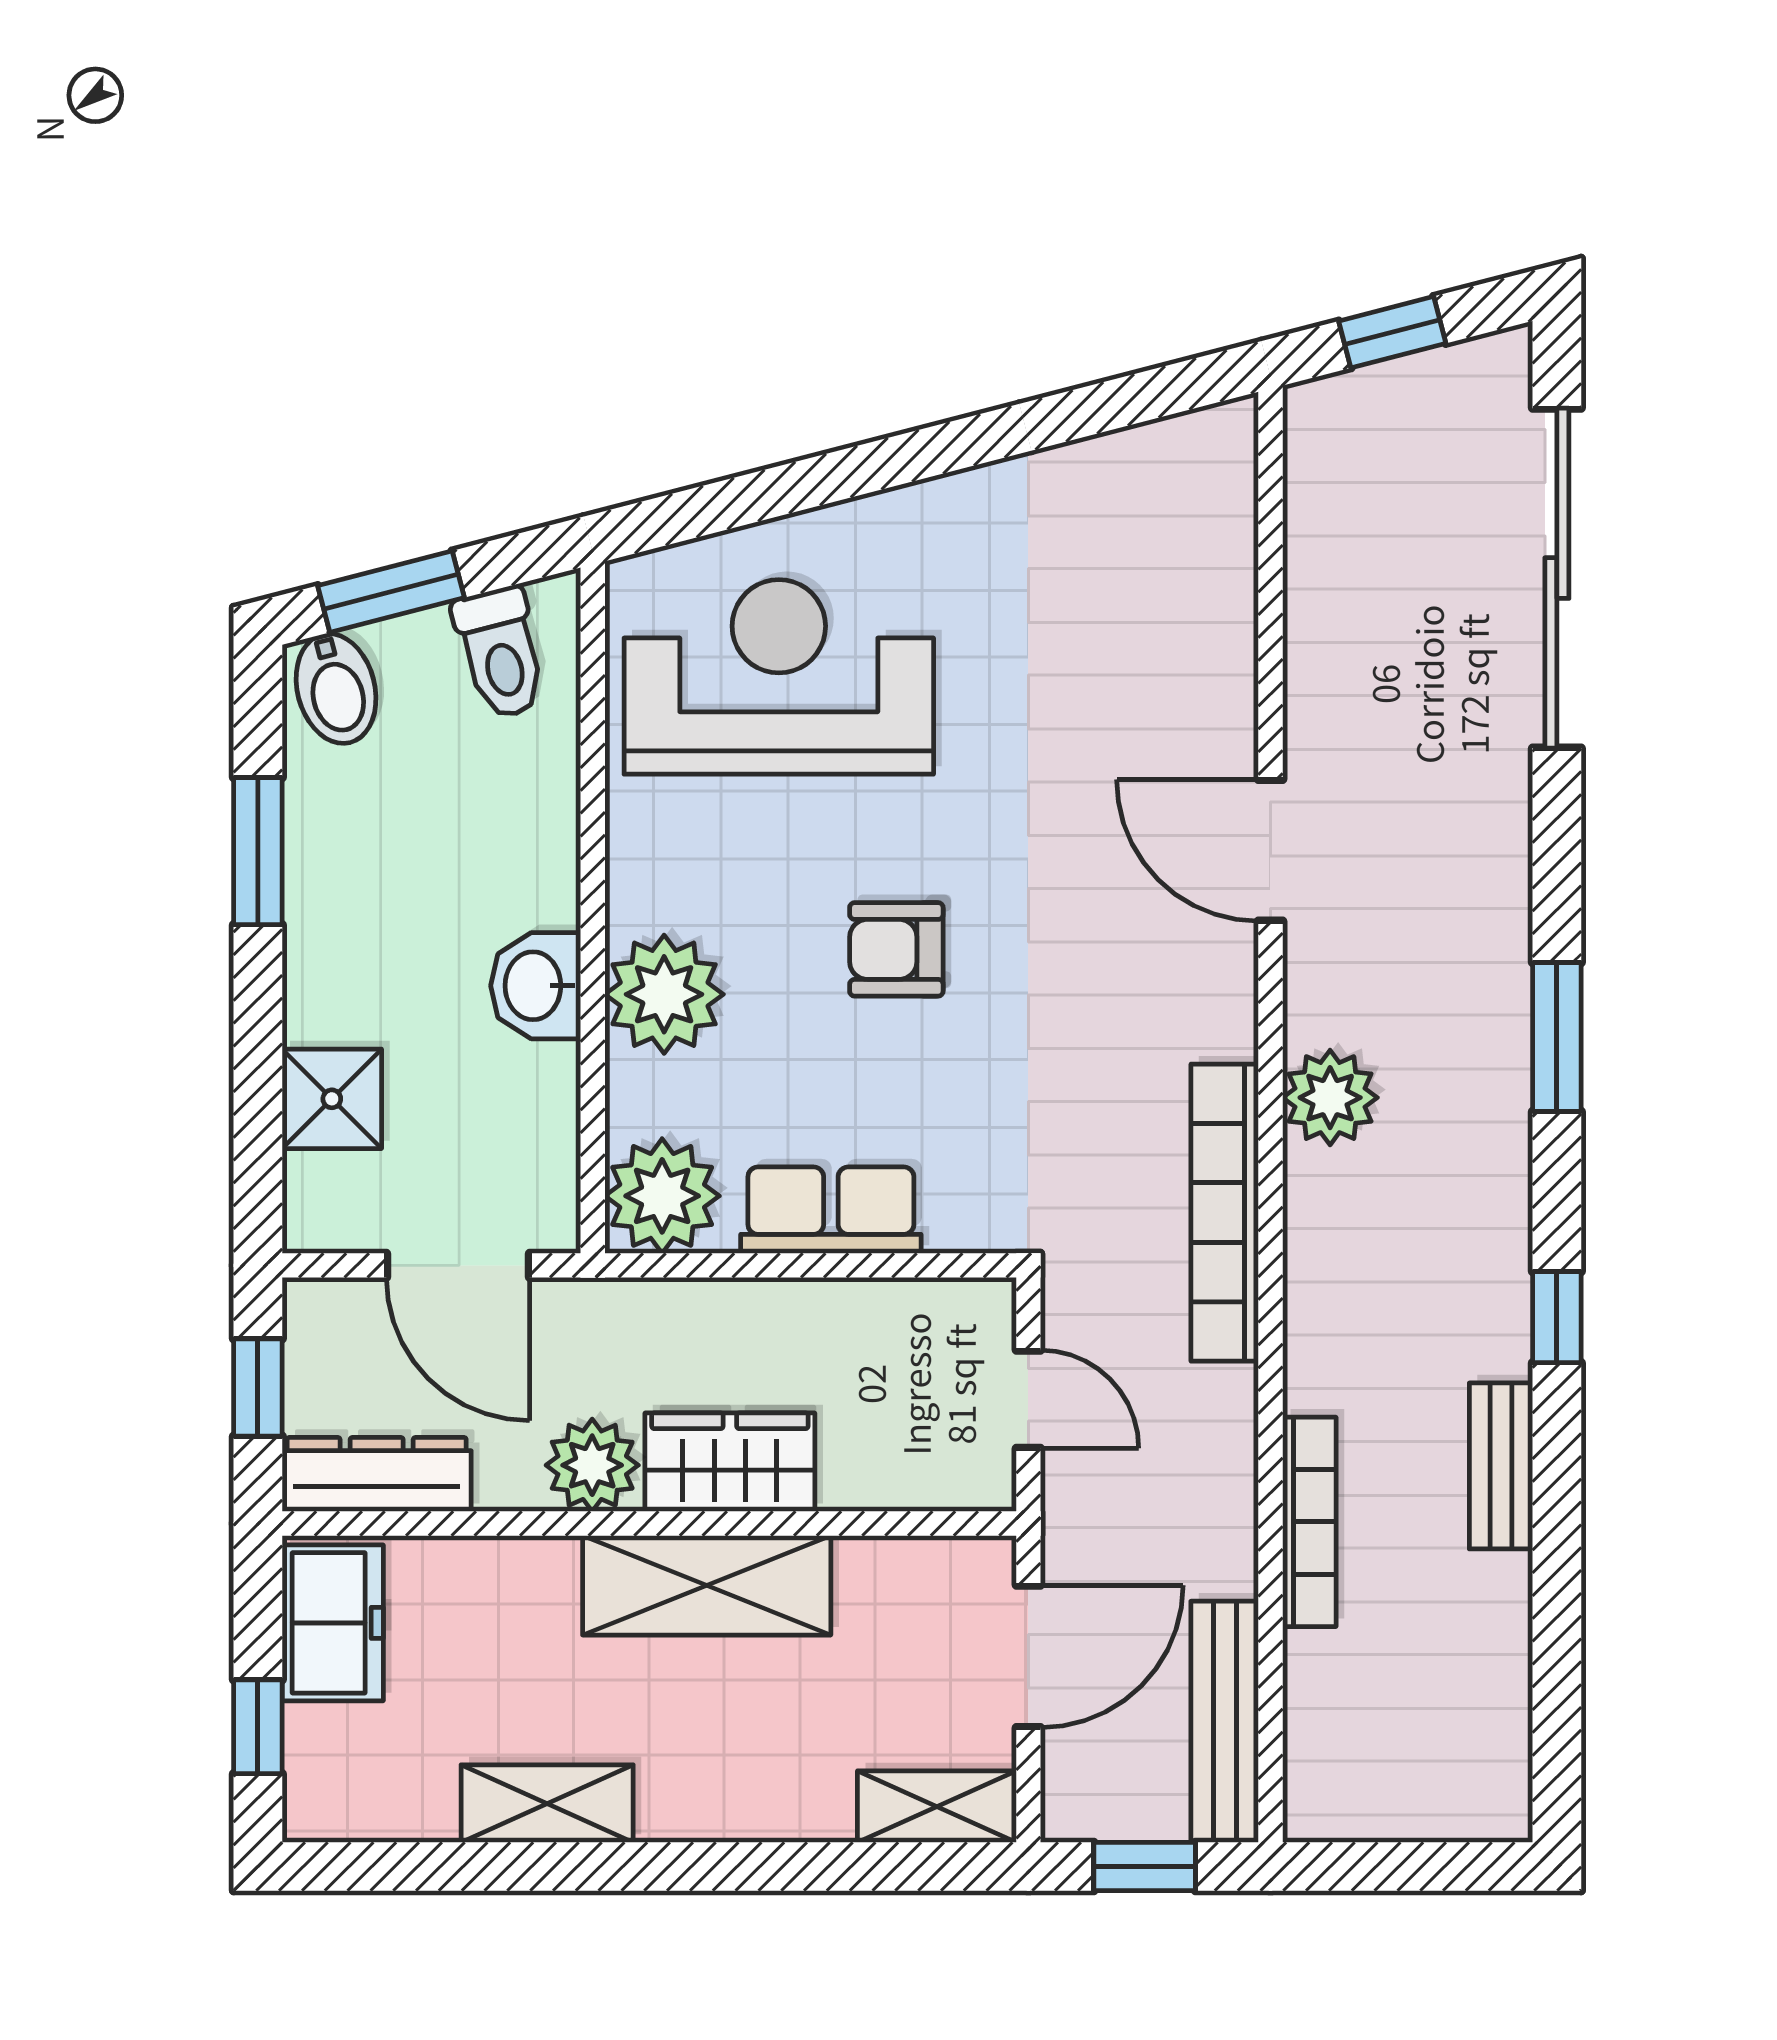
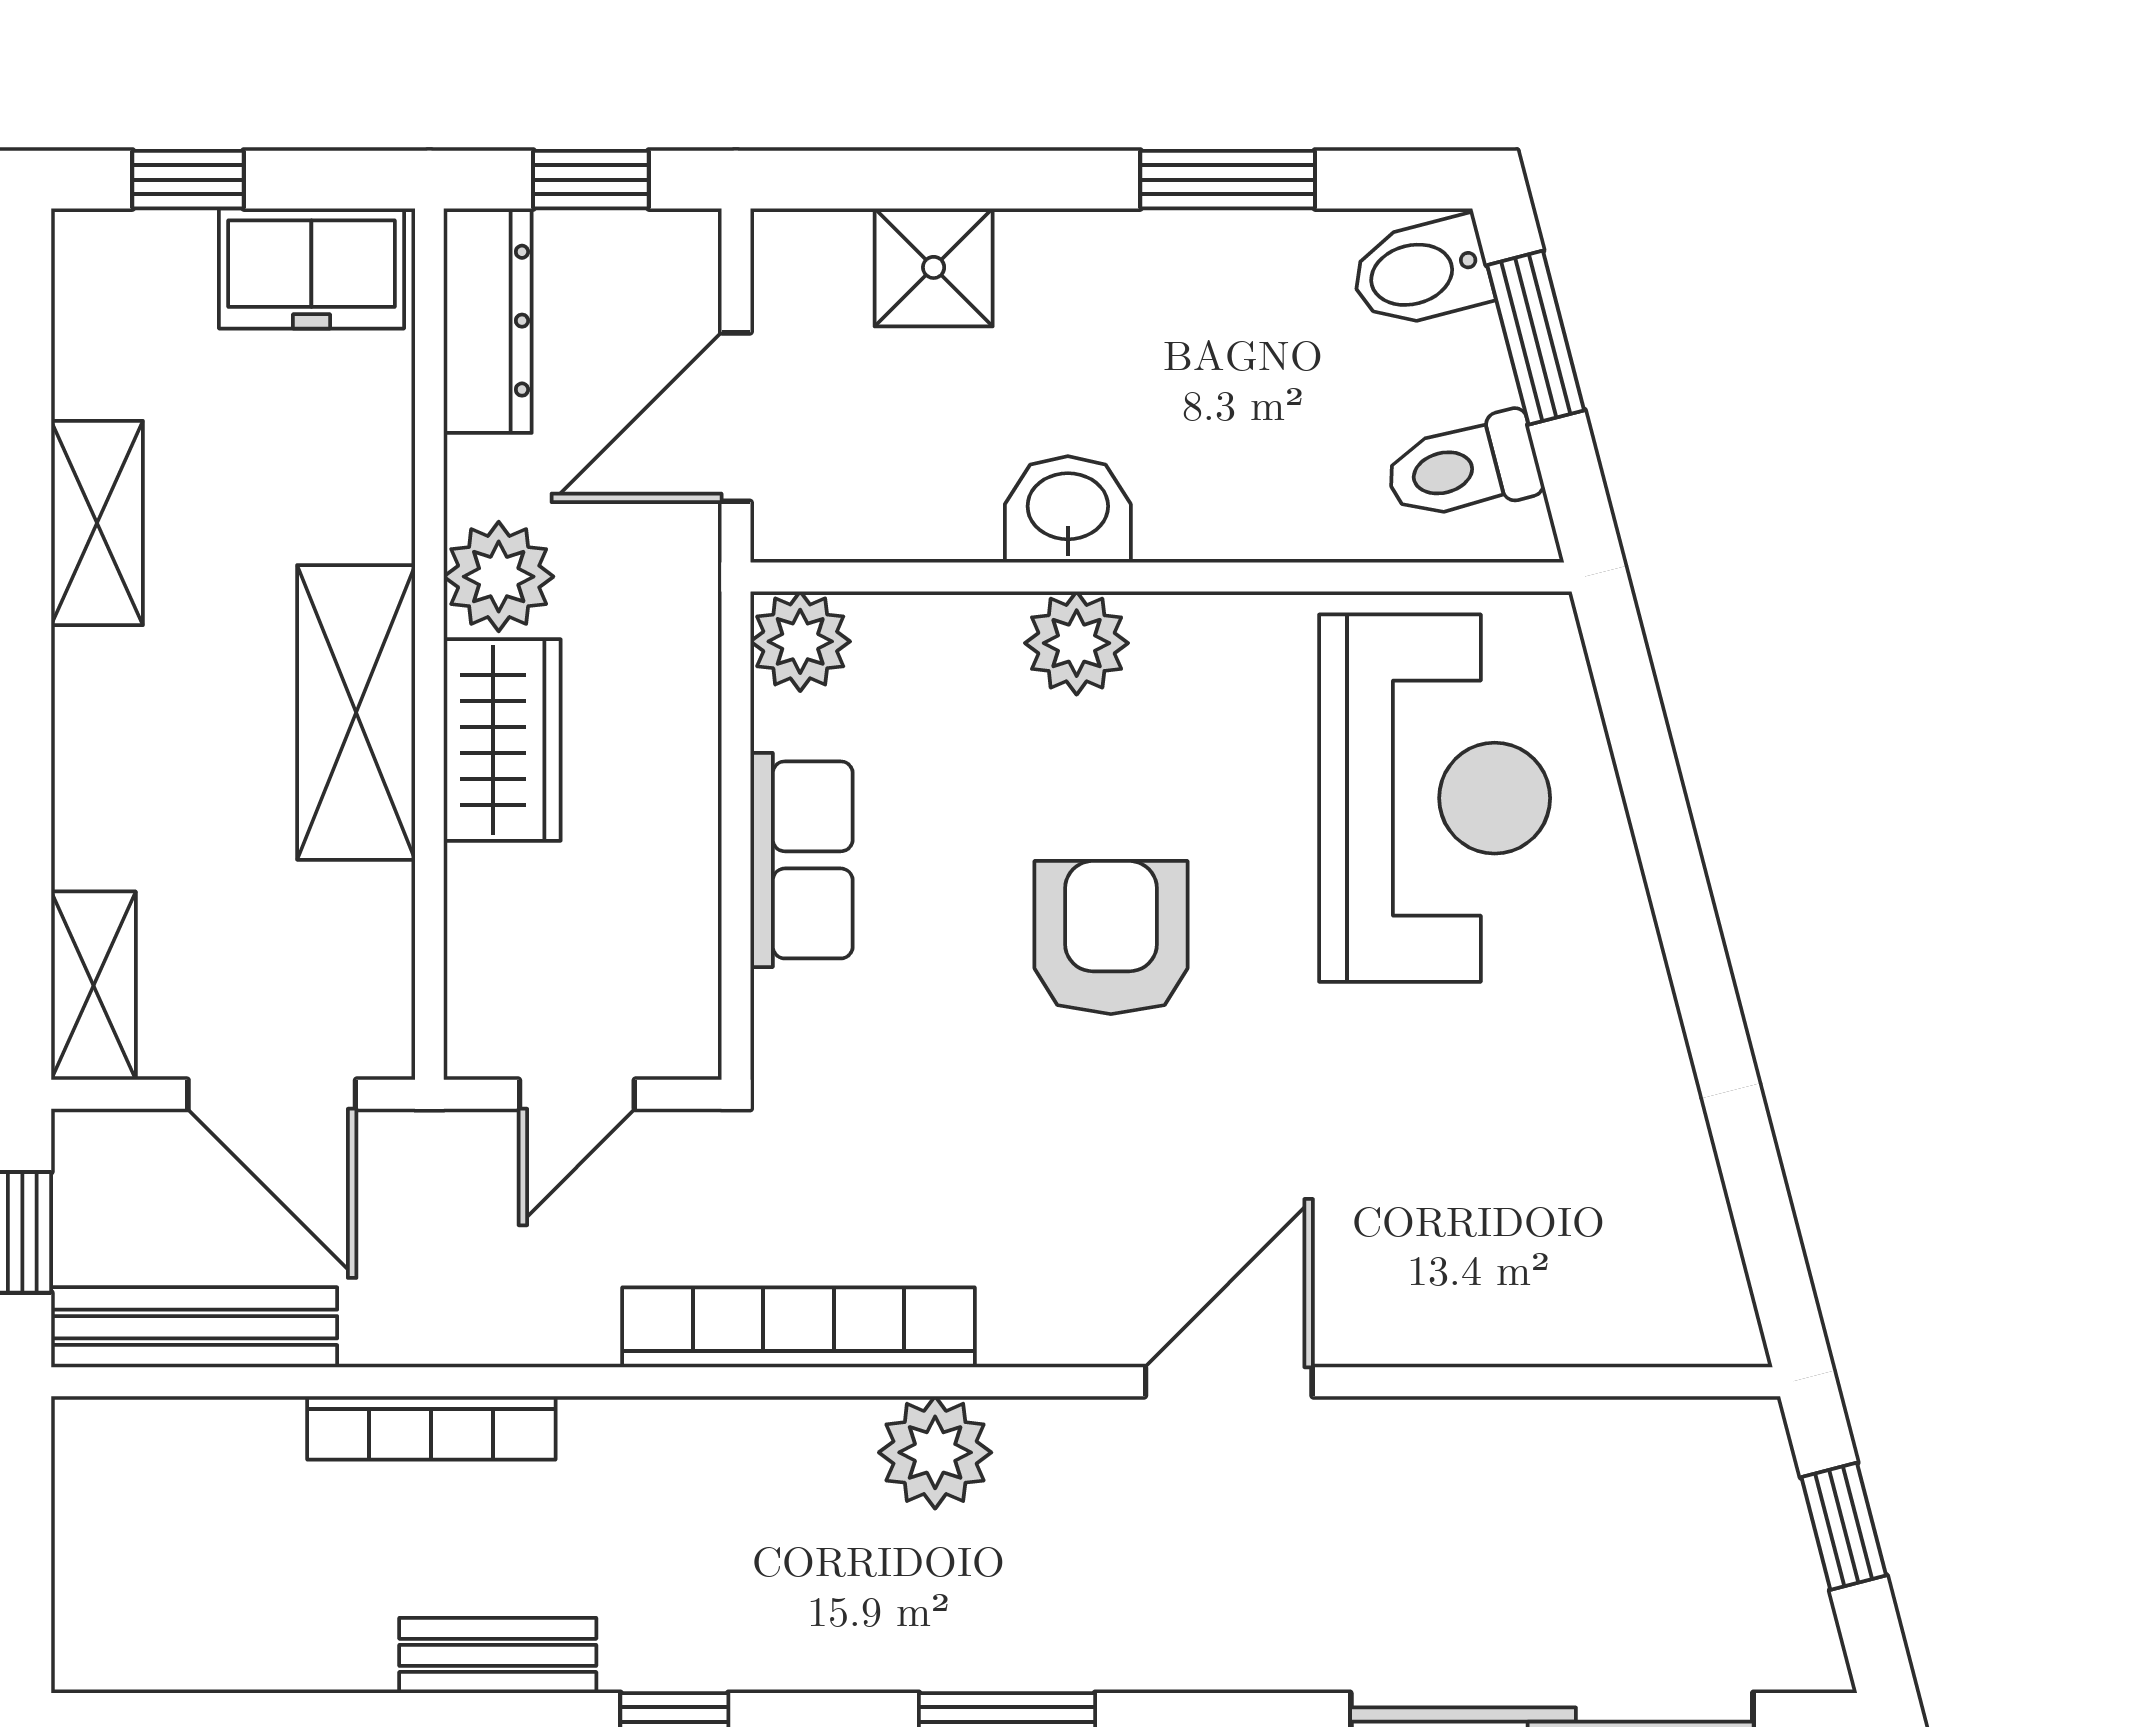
armchair: (896, 949) -> (1111, 938), width x1.38, depth x1.38
plant: (664, 994) -> (1077, 643), width x0.73, depth x0.73
plant: (662, 1196) -> (800, 641), width x0.73, depth x0.73

